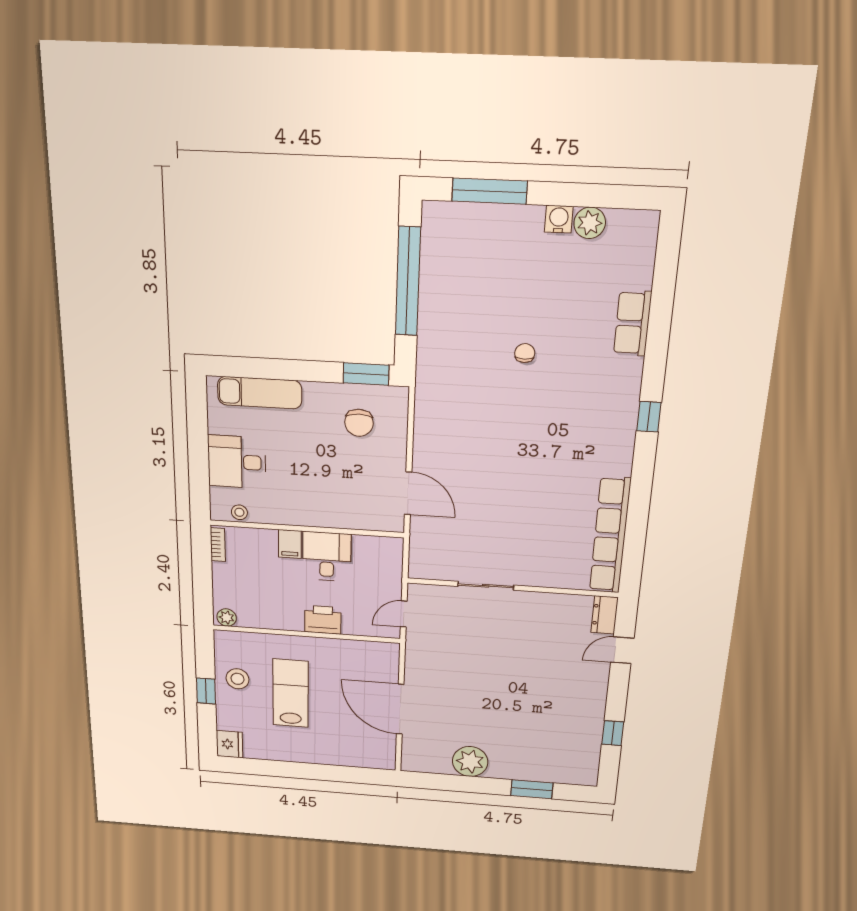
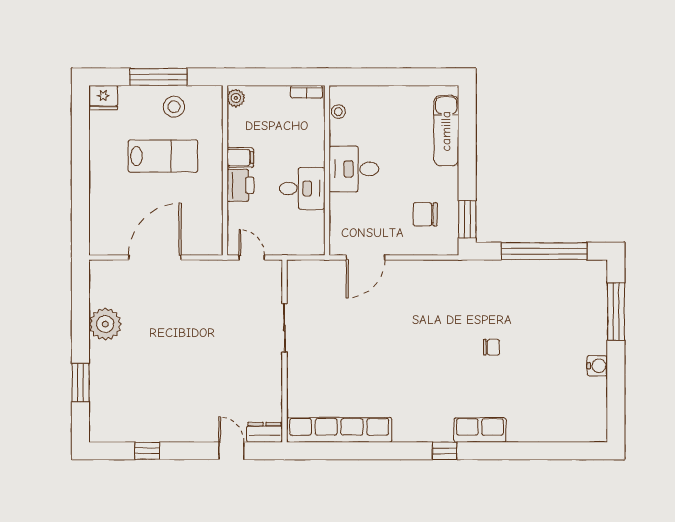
plant: (590, 223) -> (596, 390), removed
row of seats: (633, 323) -> (480, 430), moved
desk: (237, 462) -> (354, 169), moved, turned -90
filing cabinet: (290, 544) -> (240, 158), moved, turned 180
window: (206, 691) -> (159, 77), width x2.17

